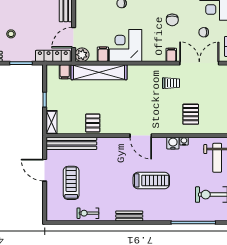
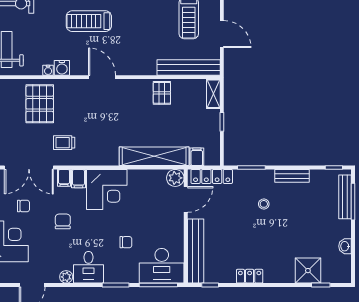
corner desk: (126, 46) -> (107, 189), moved
filing cabinet: (103, 54) -> (78, 179), moved
pallet: (191, 114) -> (40, 104), width x1.50, depth x1.42

